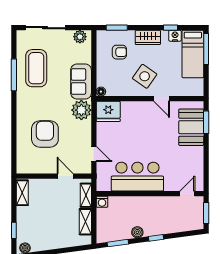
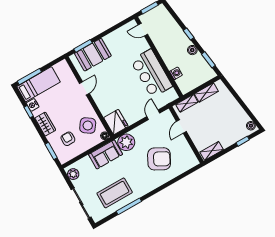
side table: (145, 76) -> (88, 126), moved
armchair: (45, 134) -> (159, 159), turned -152
washing machine: (102, 202) -> (176, 73), moved

